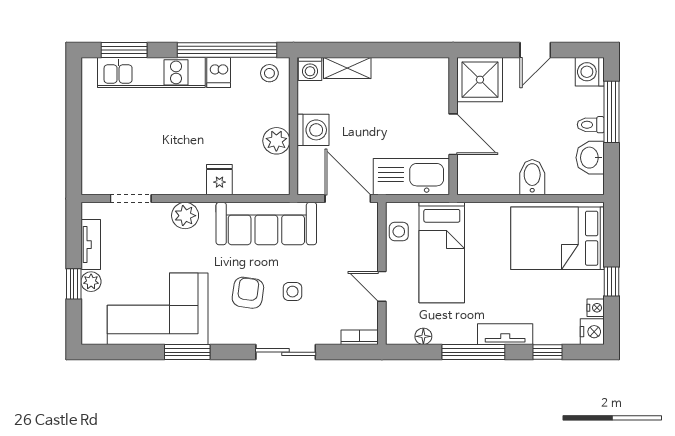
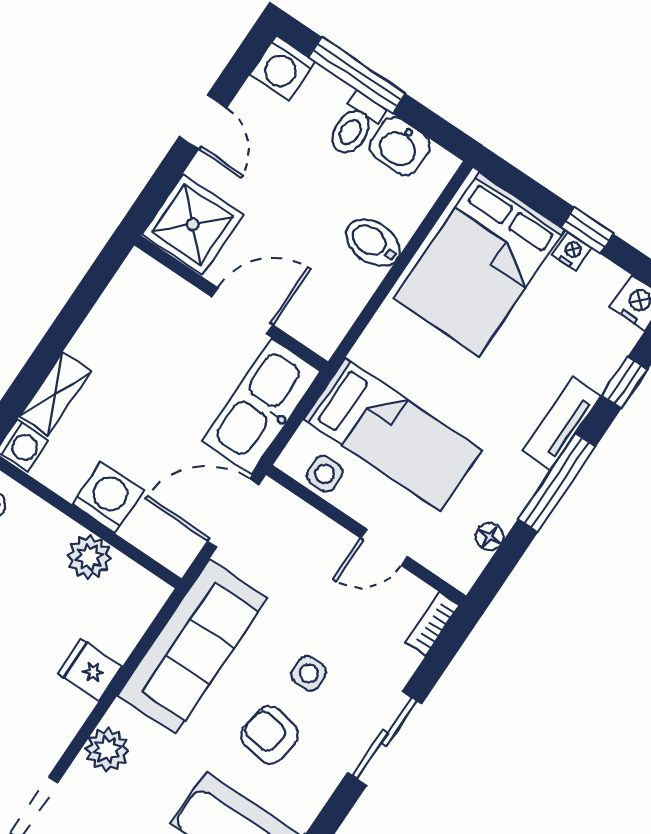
toilet: (591, 125) -> (355, 125), width x1.37, depth x1.39
nightstand: (596, 308) -> (572, 251), moved

